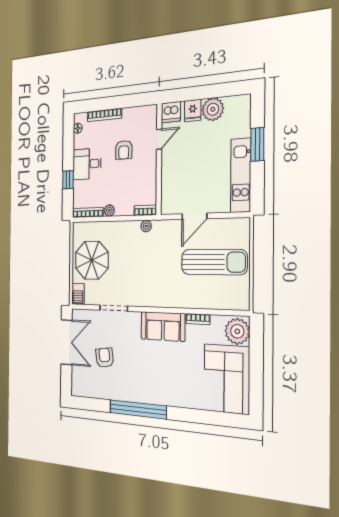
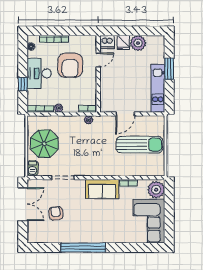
armchair: (124, 150) -> (70, 65), width x1.88, depth x1.88
desk: (87, 164) -> (39, 73), width x1.37

